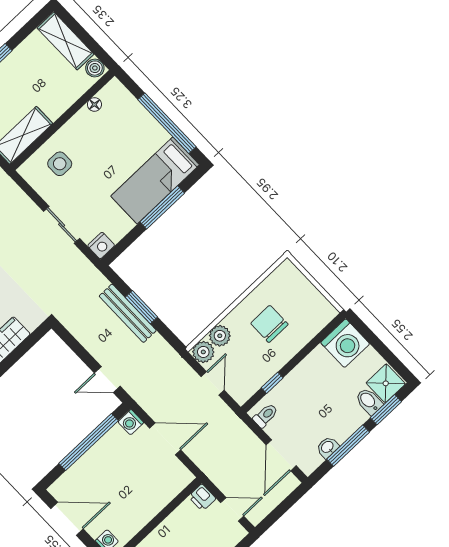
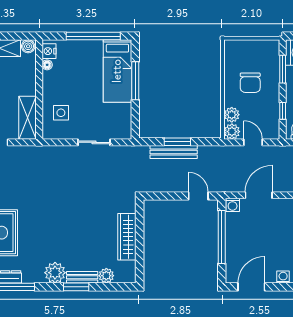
nightstand: (101, 246) -> (49, 51), moved, turned 180
chair: (269, 324) -> (250, 83), turned -90
window: (314, 343) -> (283, 69), added
door: (107, 380) -> (198, 196), swing flipped

